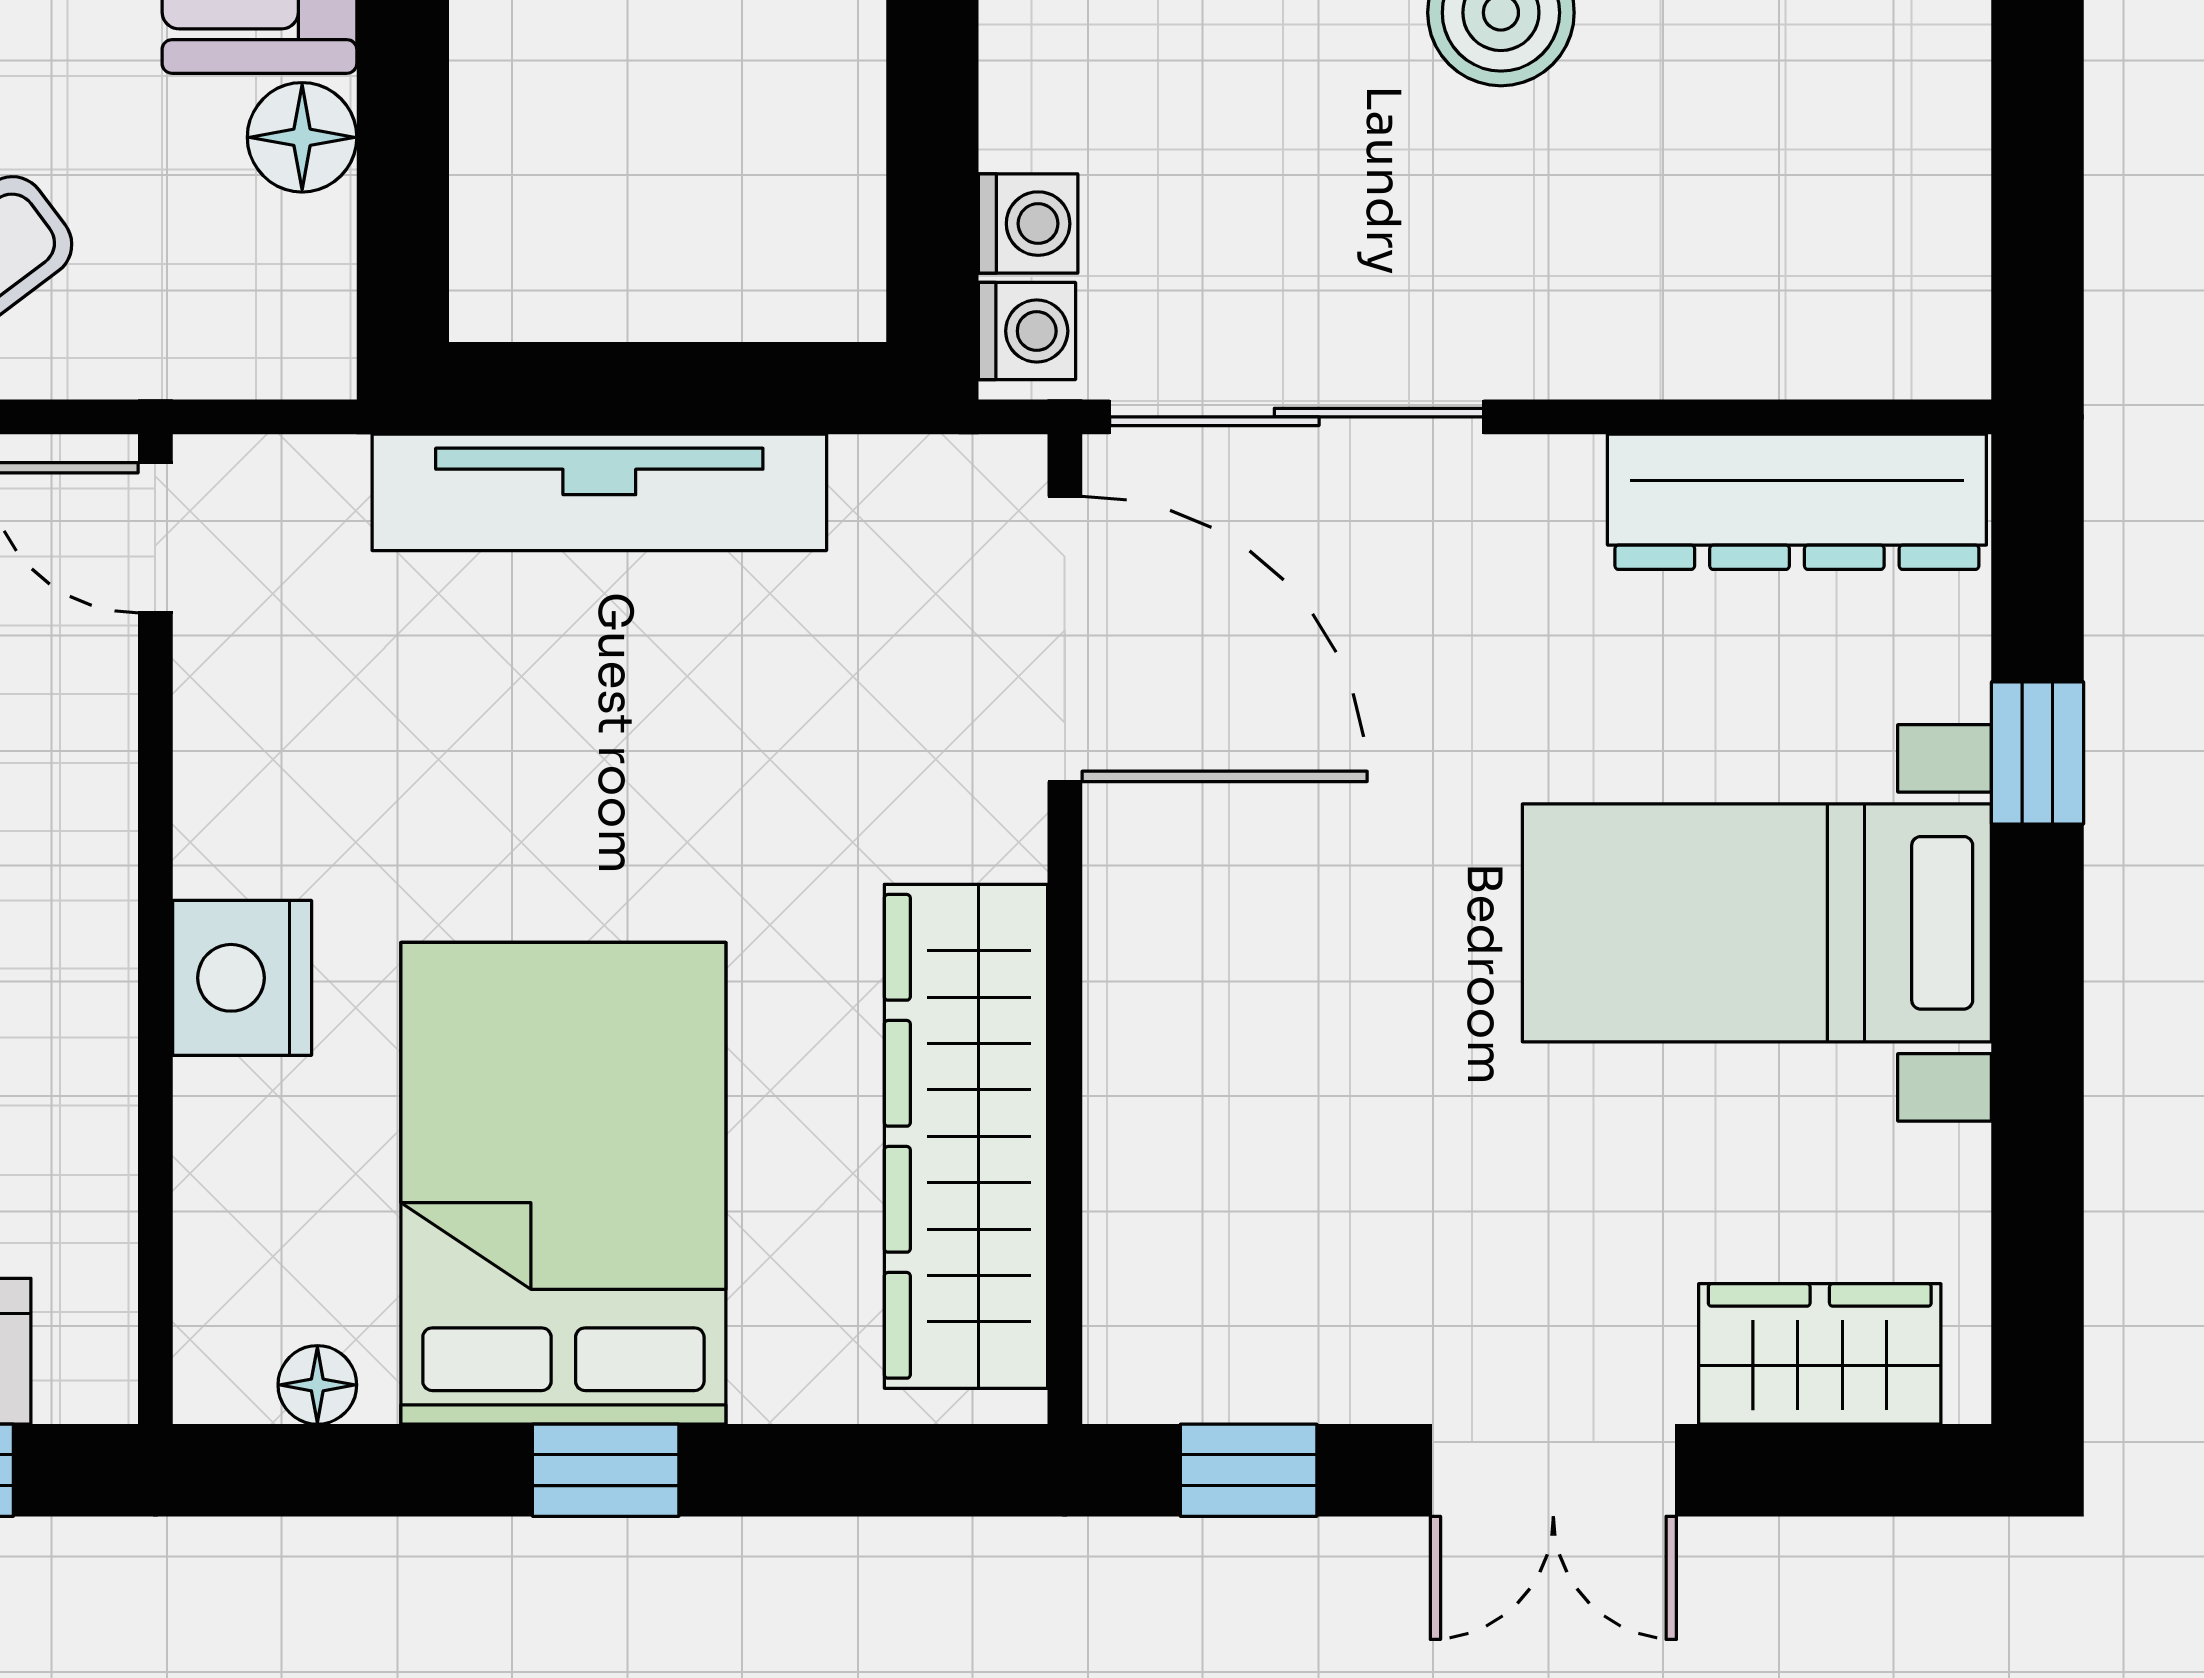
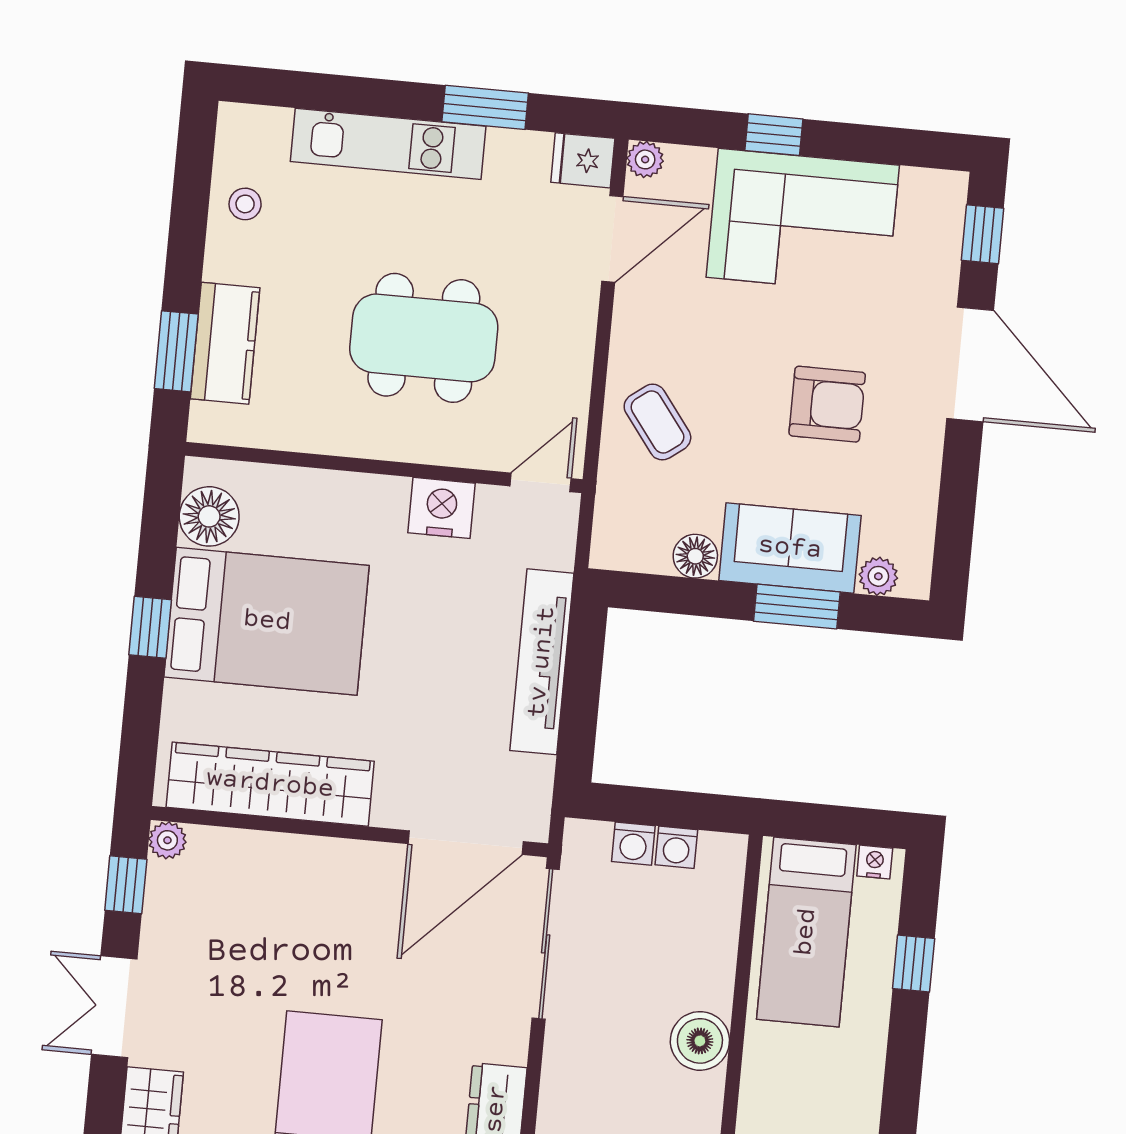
washing machine: (1027, 331) -> (676, 847), moved
nightstand: (242, 978) -> (442, 508), moved
plant: (1129, 1378) -> (167, 840), added
floor lamp: (317, 1385) -> (209, 516), width x1.89, depth x1.89

